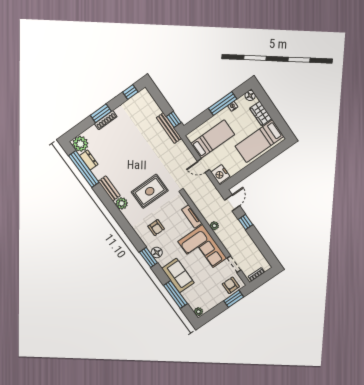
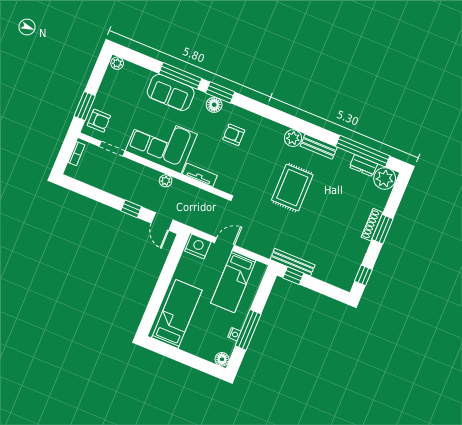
wardrobe: (261, 113) -> (196, 347), removed
rug: (150, 191) -> (292, 188), moved
window: (175, 294) -> (180, 76), moved

